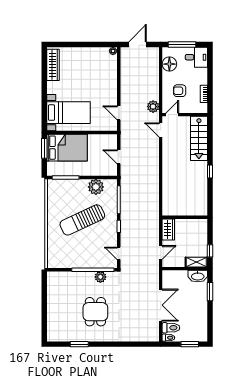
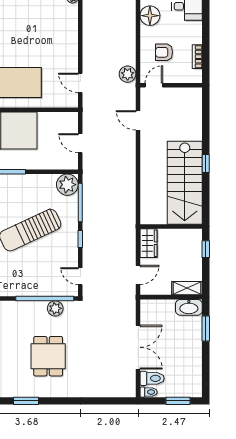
door: (161, 130) -> (138, 120), moved
stairs: (199, 138) -> (185, 183), moved, width x1.36, depth x1.51
plant: (96, 187) -> (67, 185), moved
window: (210, 251) -> (206, 249), moved

